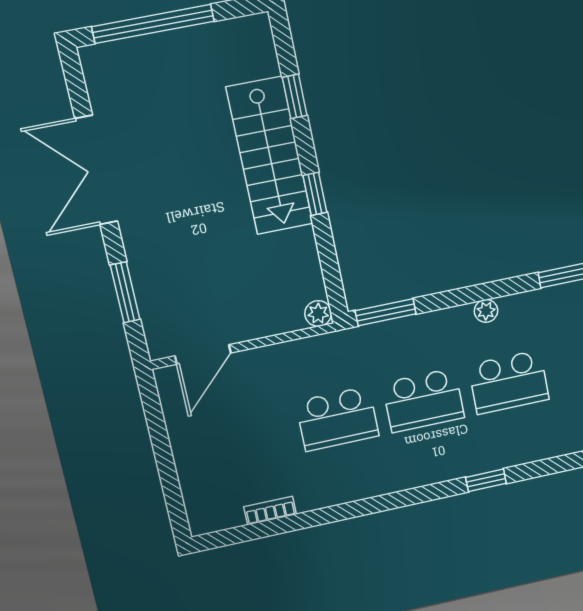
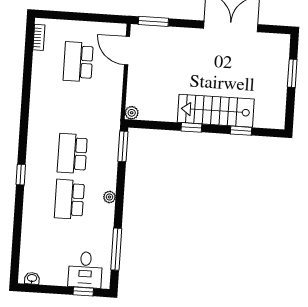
window: (153, 24) -> (292, 73), width x0.47
window: (125, 292) -> (153, 21), moved
school desk: (337, 419) -> (78, 62), moved
bookcase: (270, 511) -> (39, 37), moved

